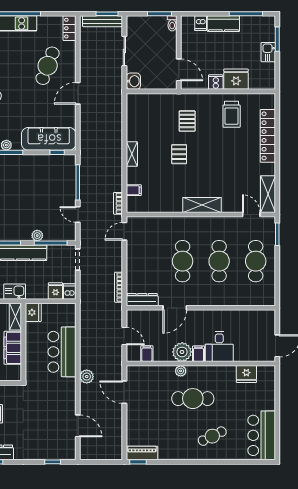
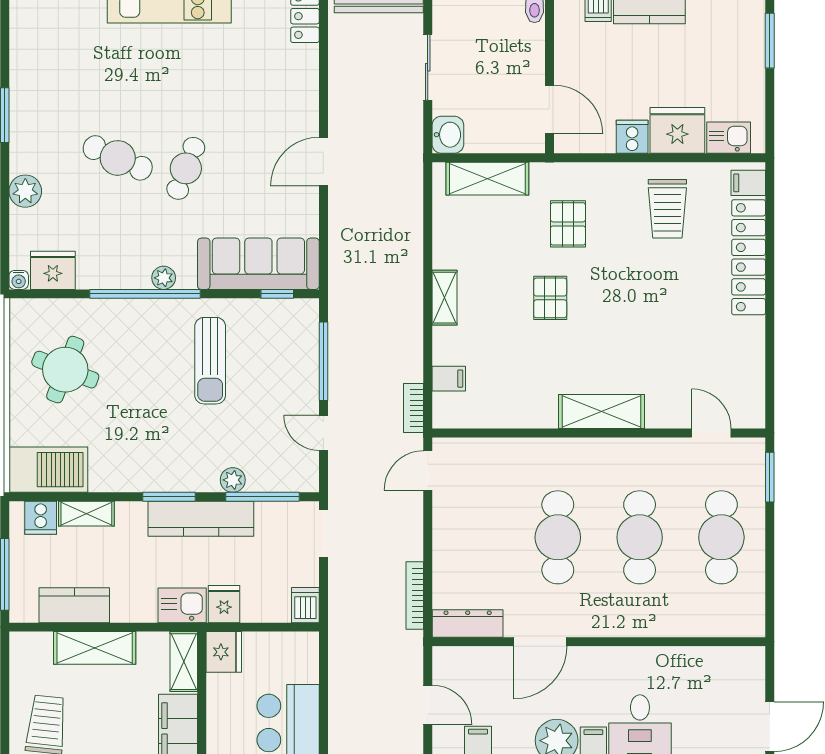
kitchen sink: (268, 52) -> (729, 138), moved, turned 90
cafe table: (48, 66) -> (186, 168), moved, width x0.73, depth x0.74
filing cabinet: (268, 103) -> (748, 183), added
sun lounger: (27, 182) -> (210, 361), added
shelving: (268, 194) -> (487, 179), moved, turned 90
fridge: (55, 291) -> (224, 604), moved

